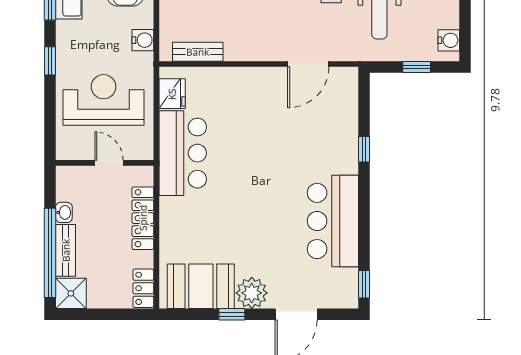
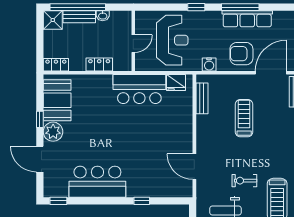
locker: (143, 218) -> (99, 65), width x0.66

